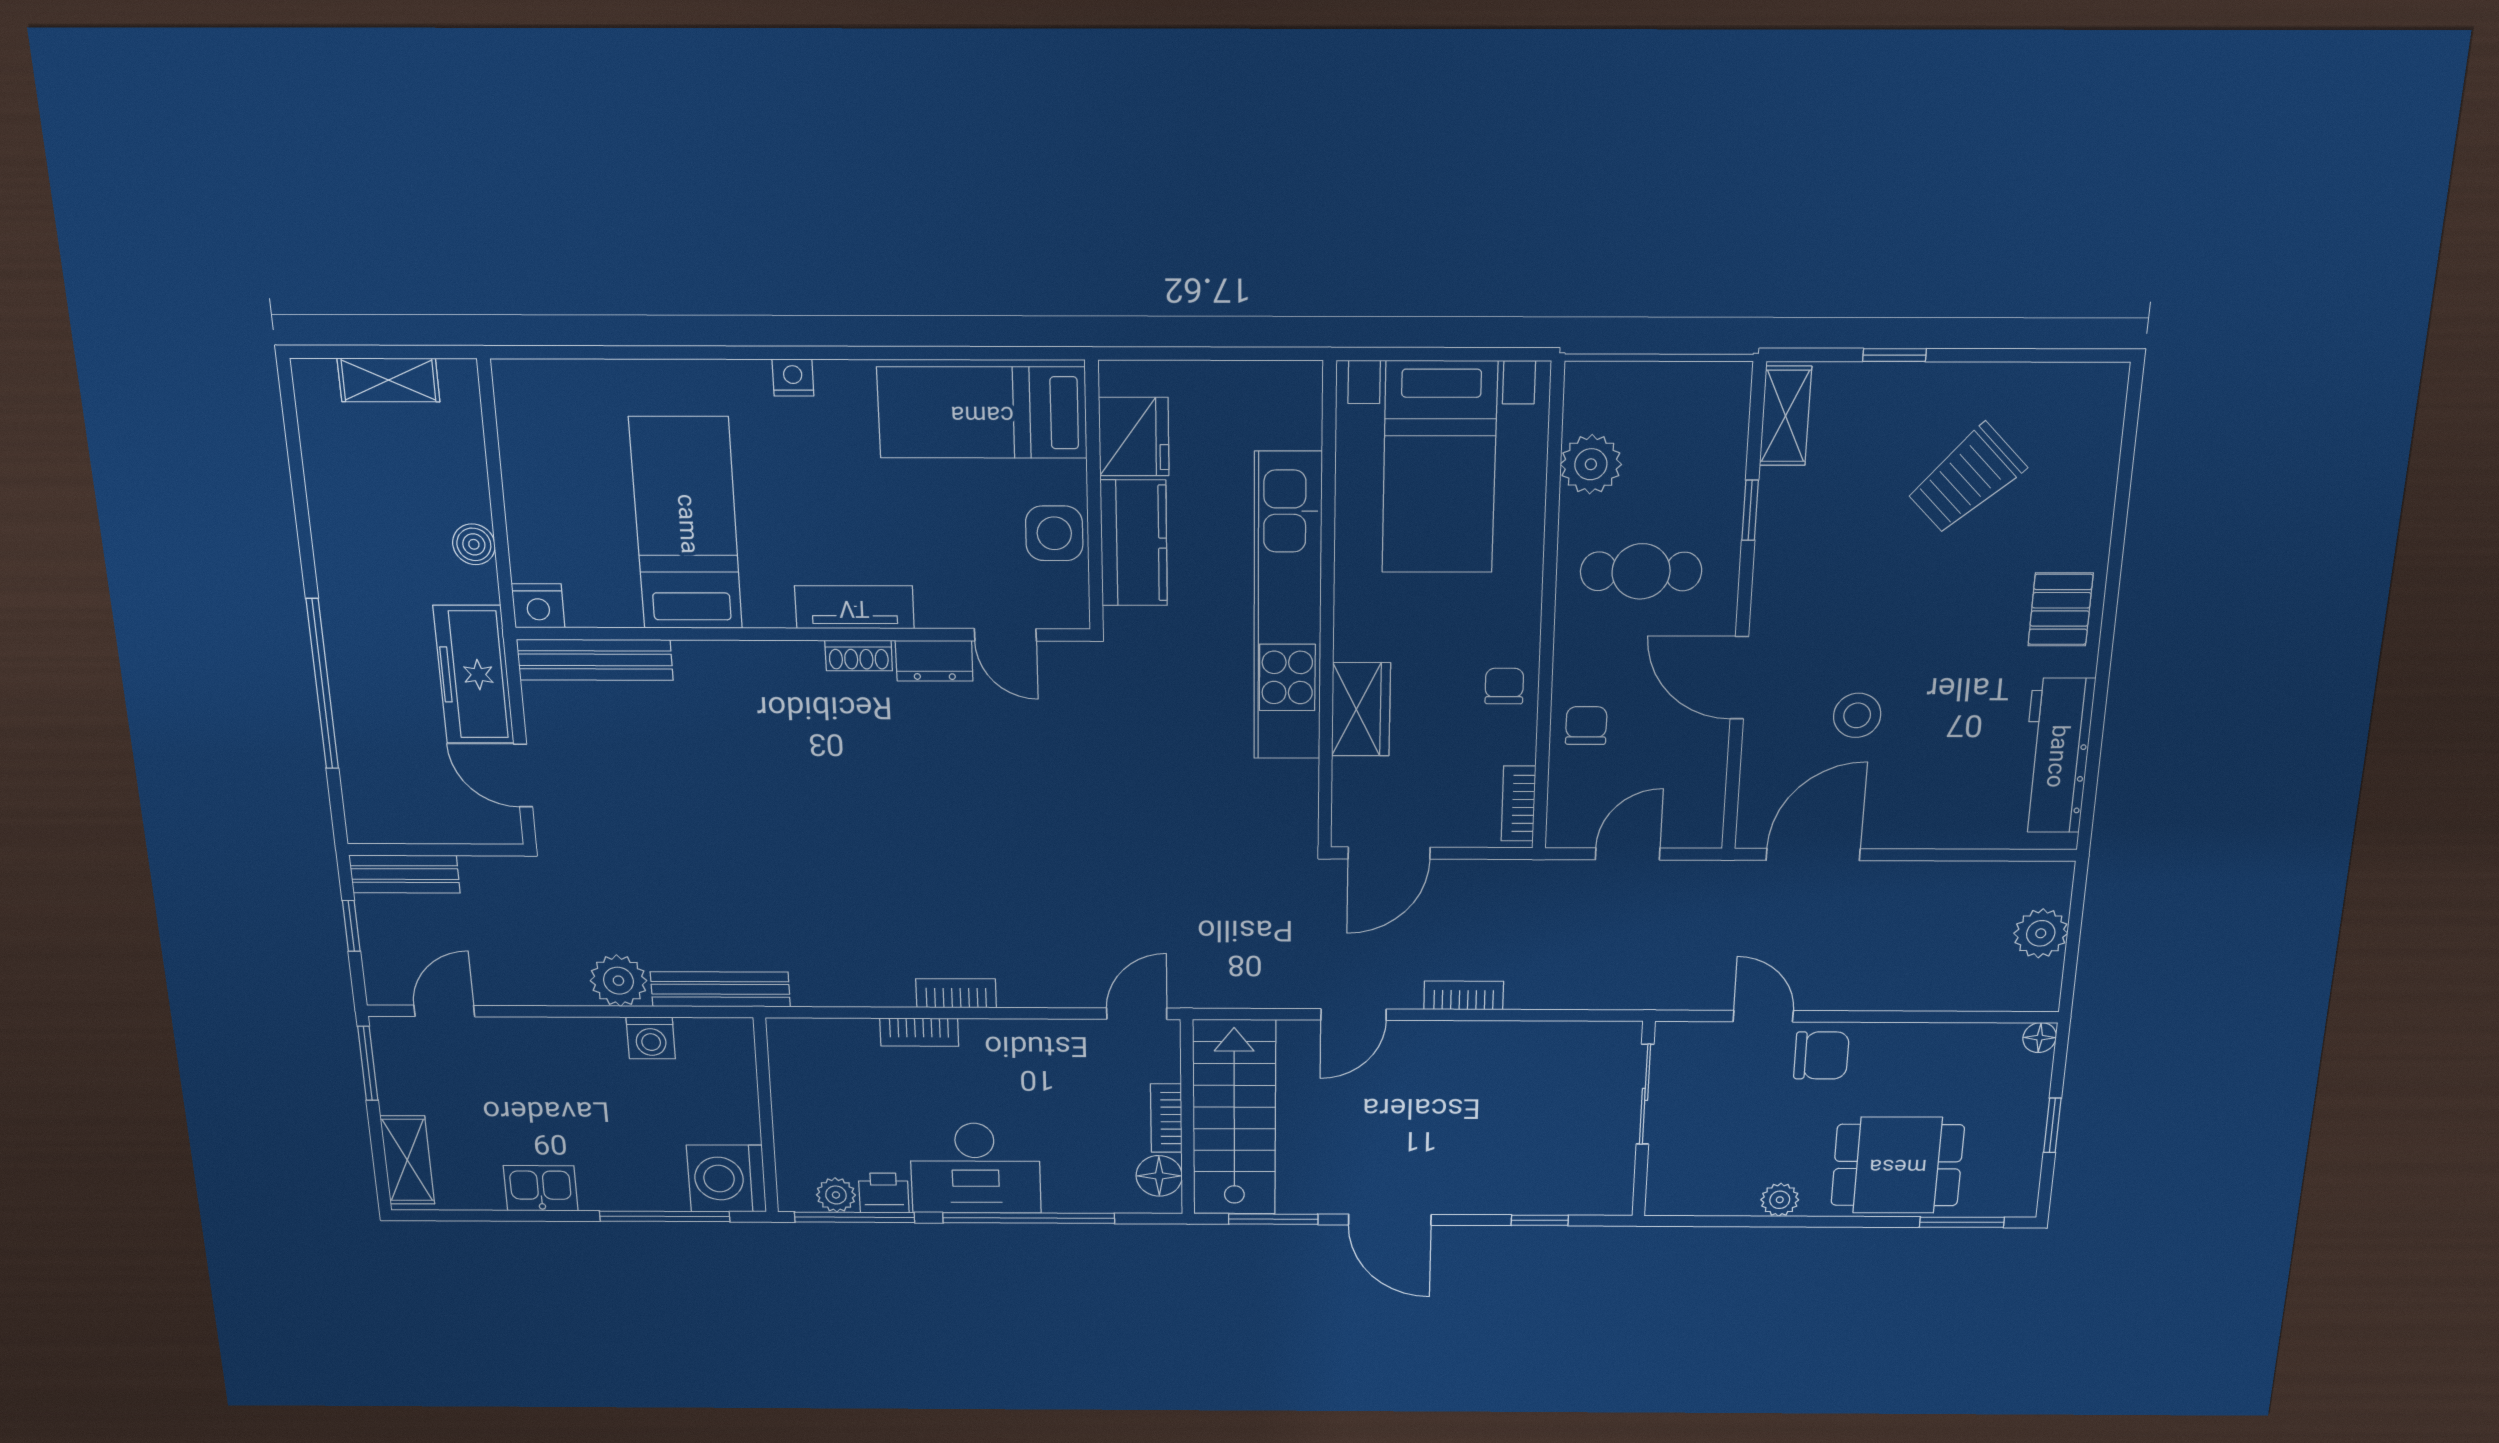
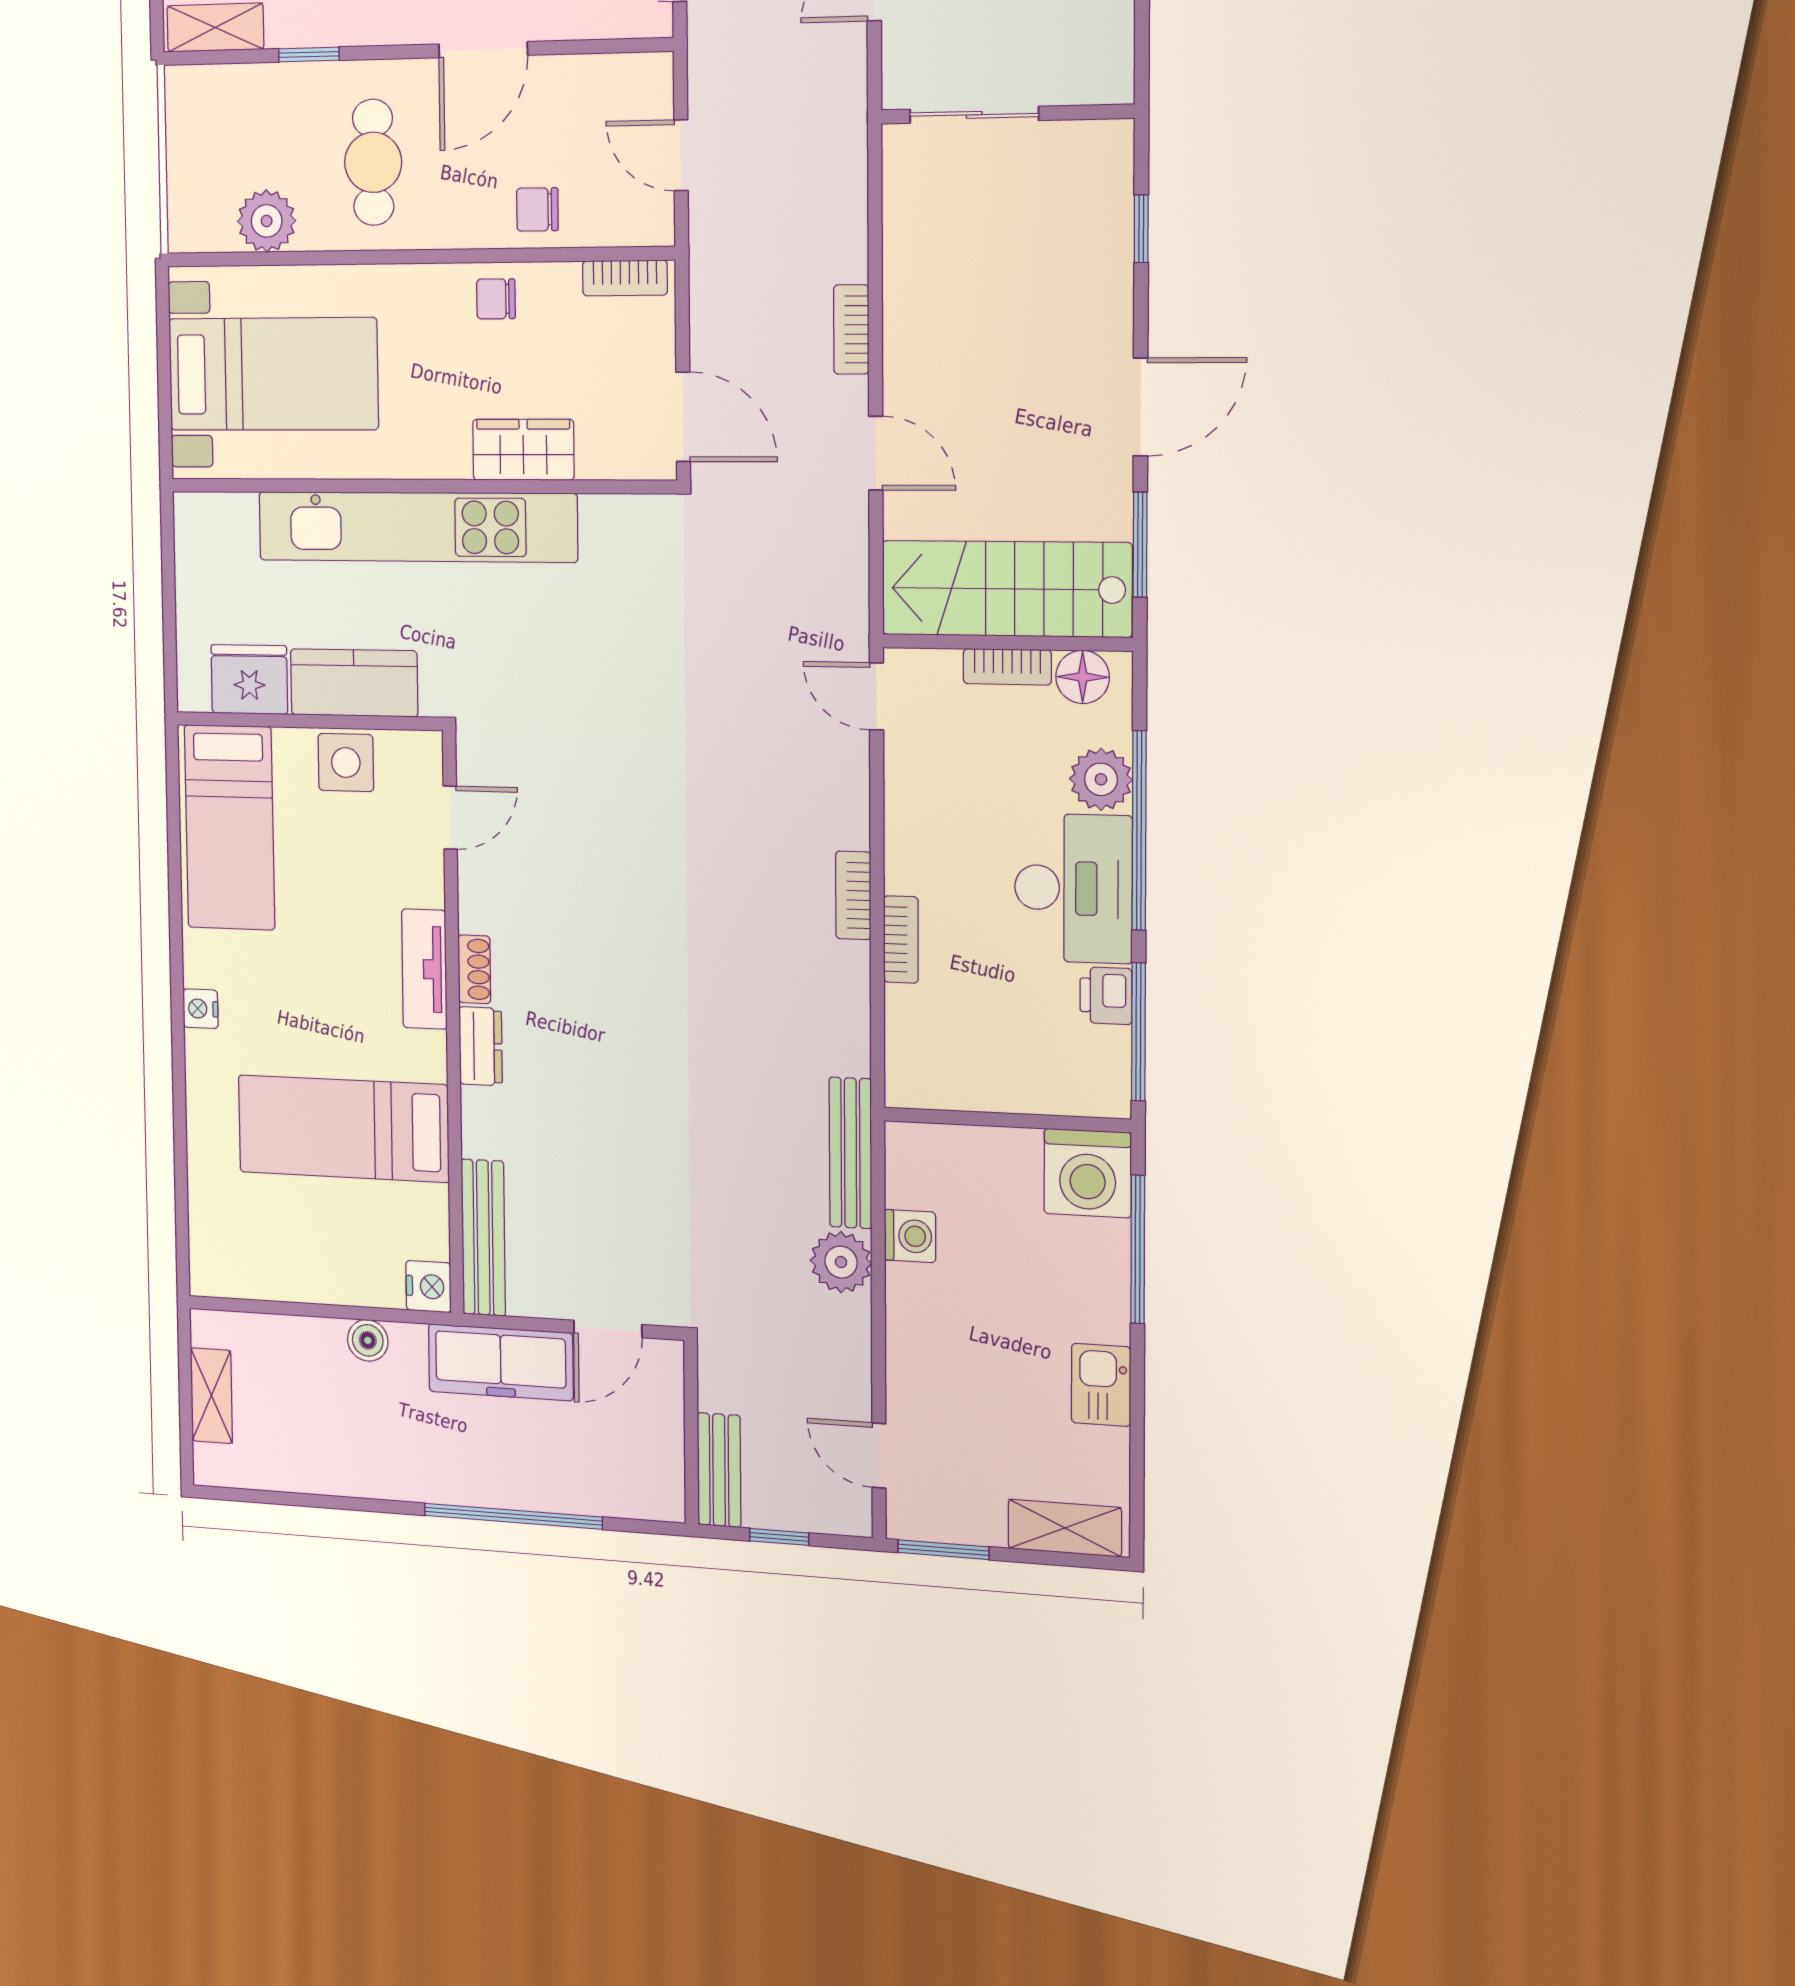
dresser: (934, 661) -> (481, 1046), moved
plant: (836, 1195) -> (1101, 779), moved, width x1.38, depth x1.38

